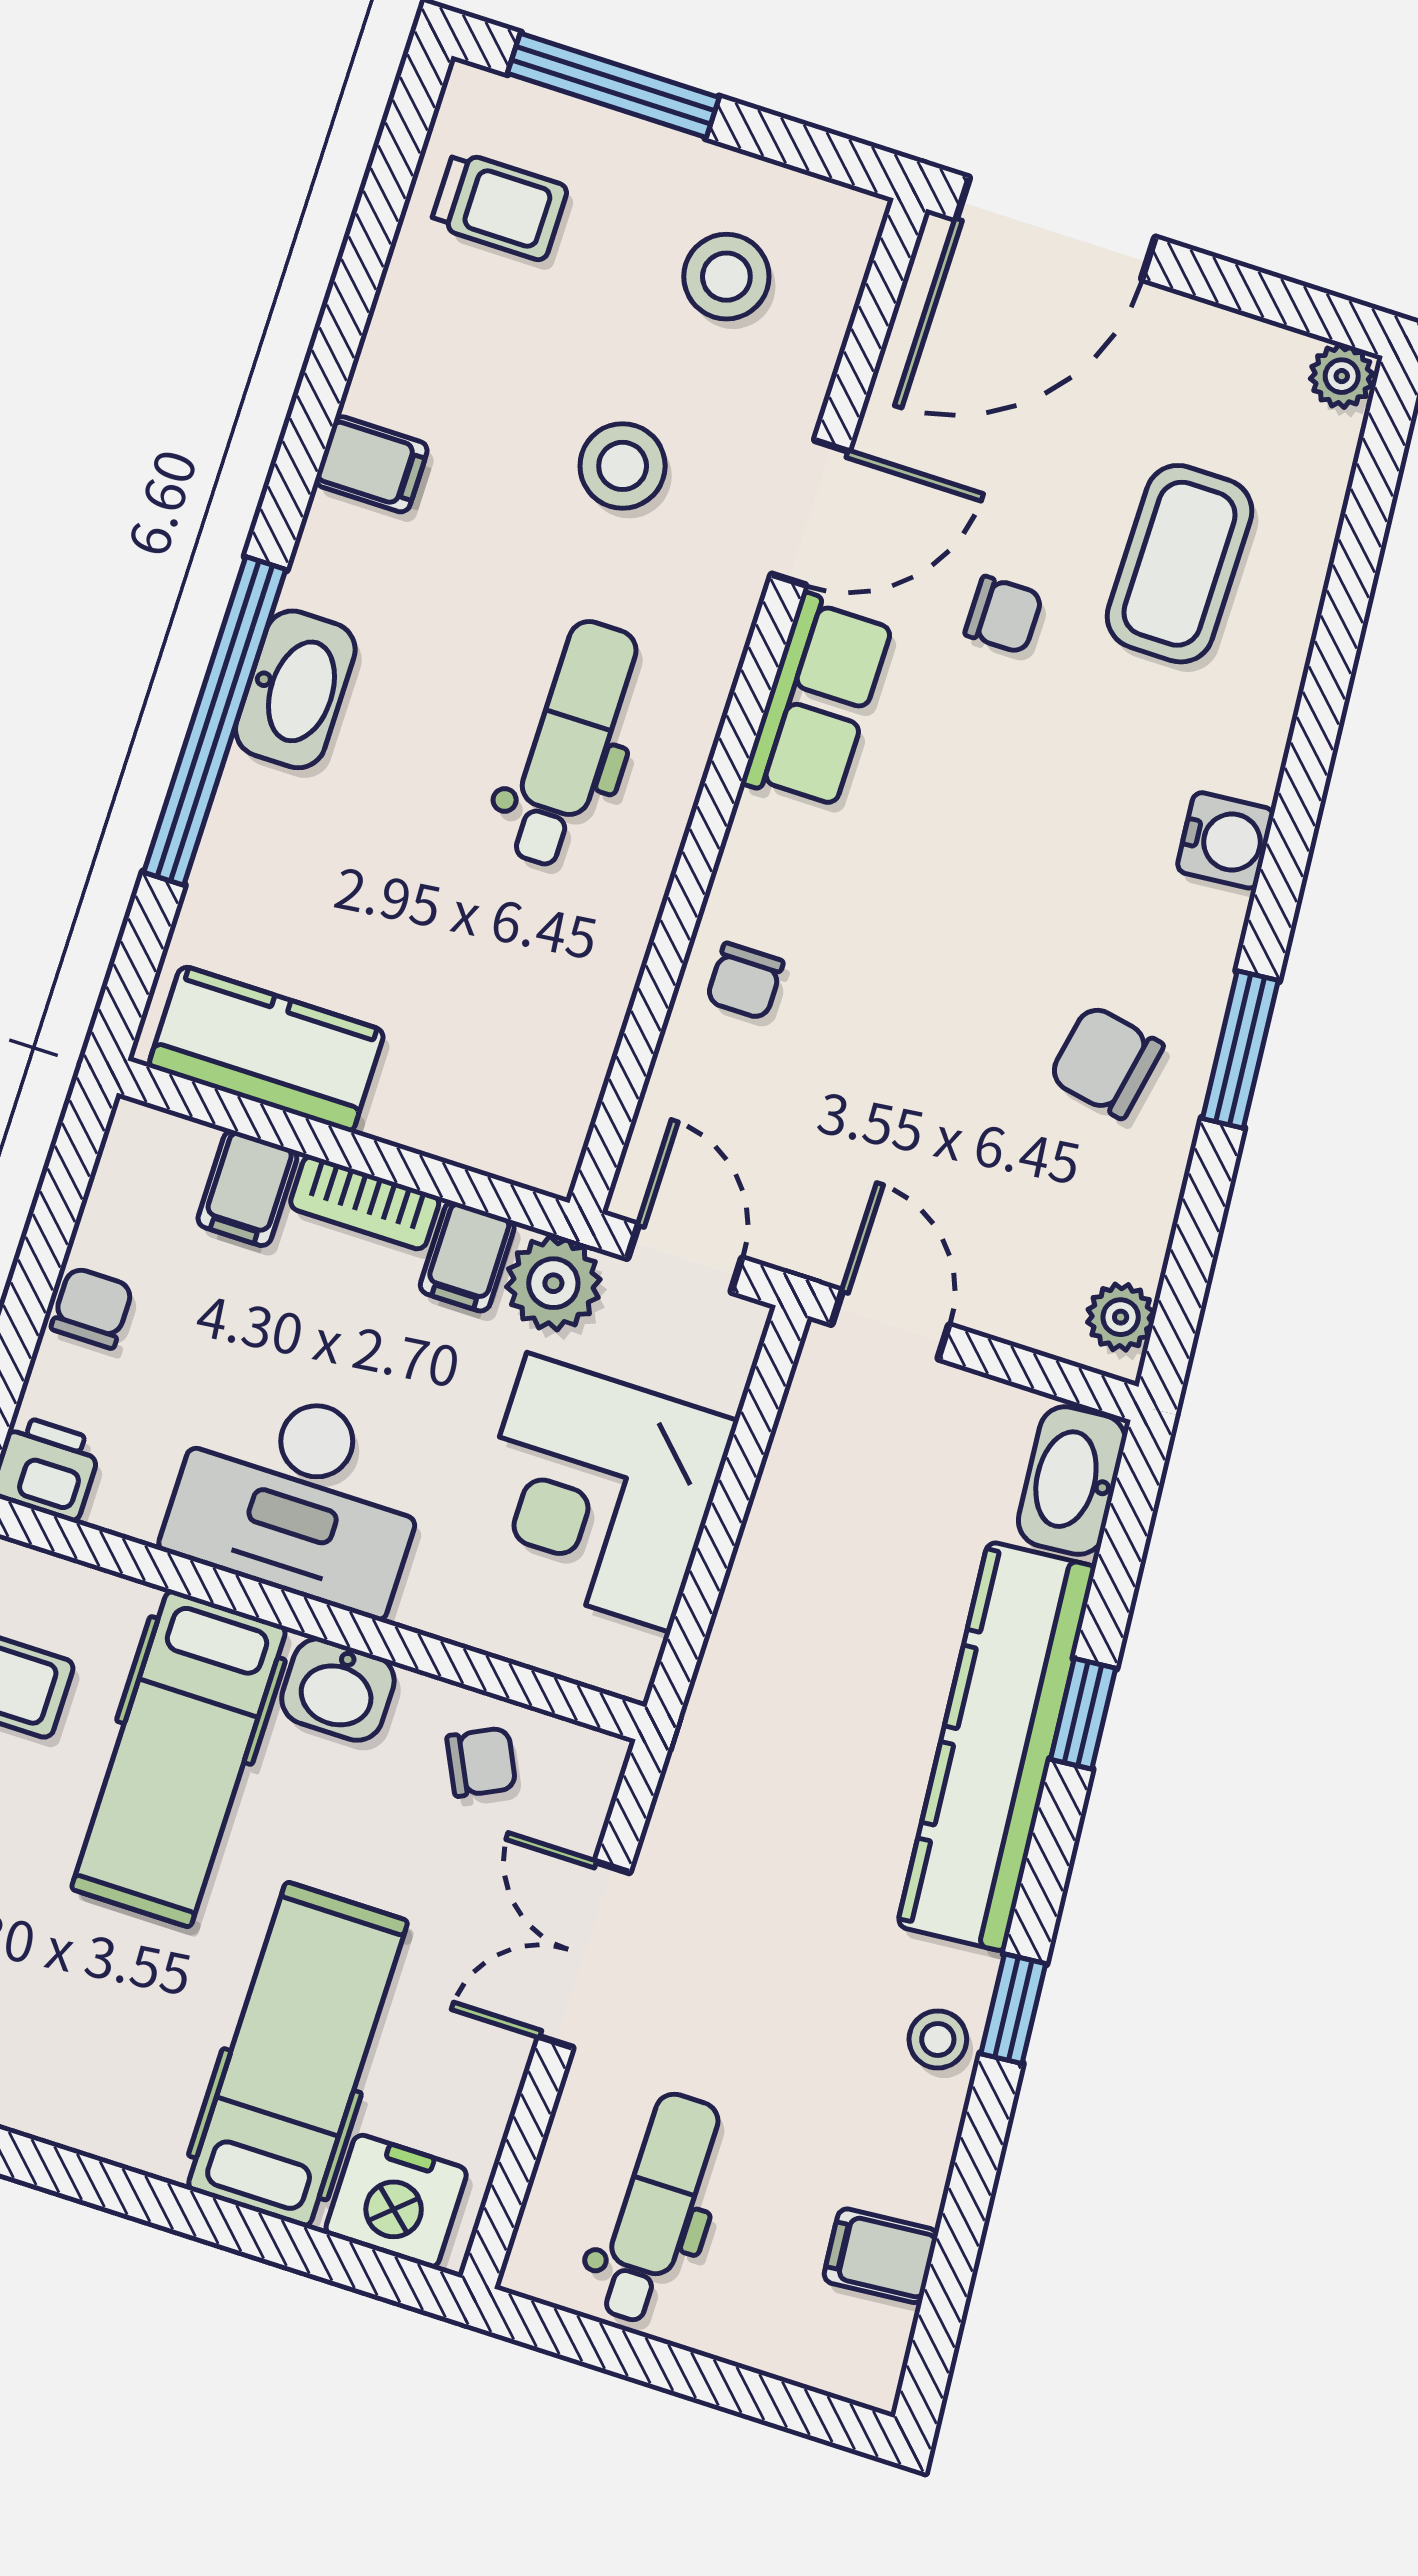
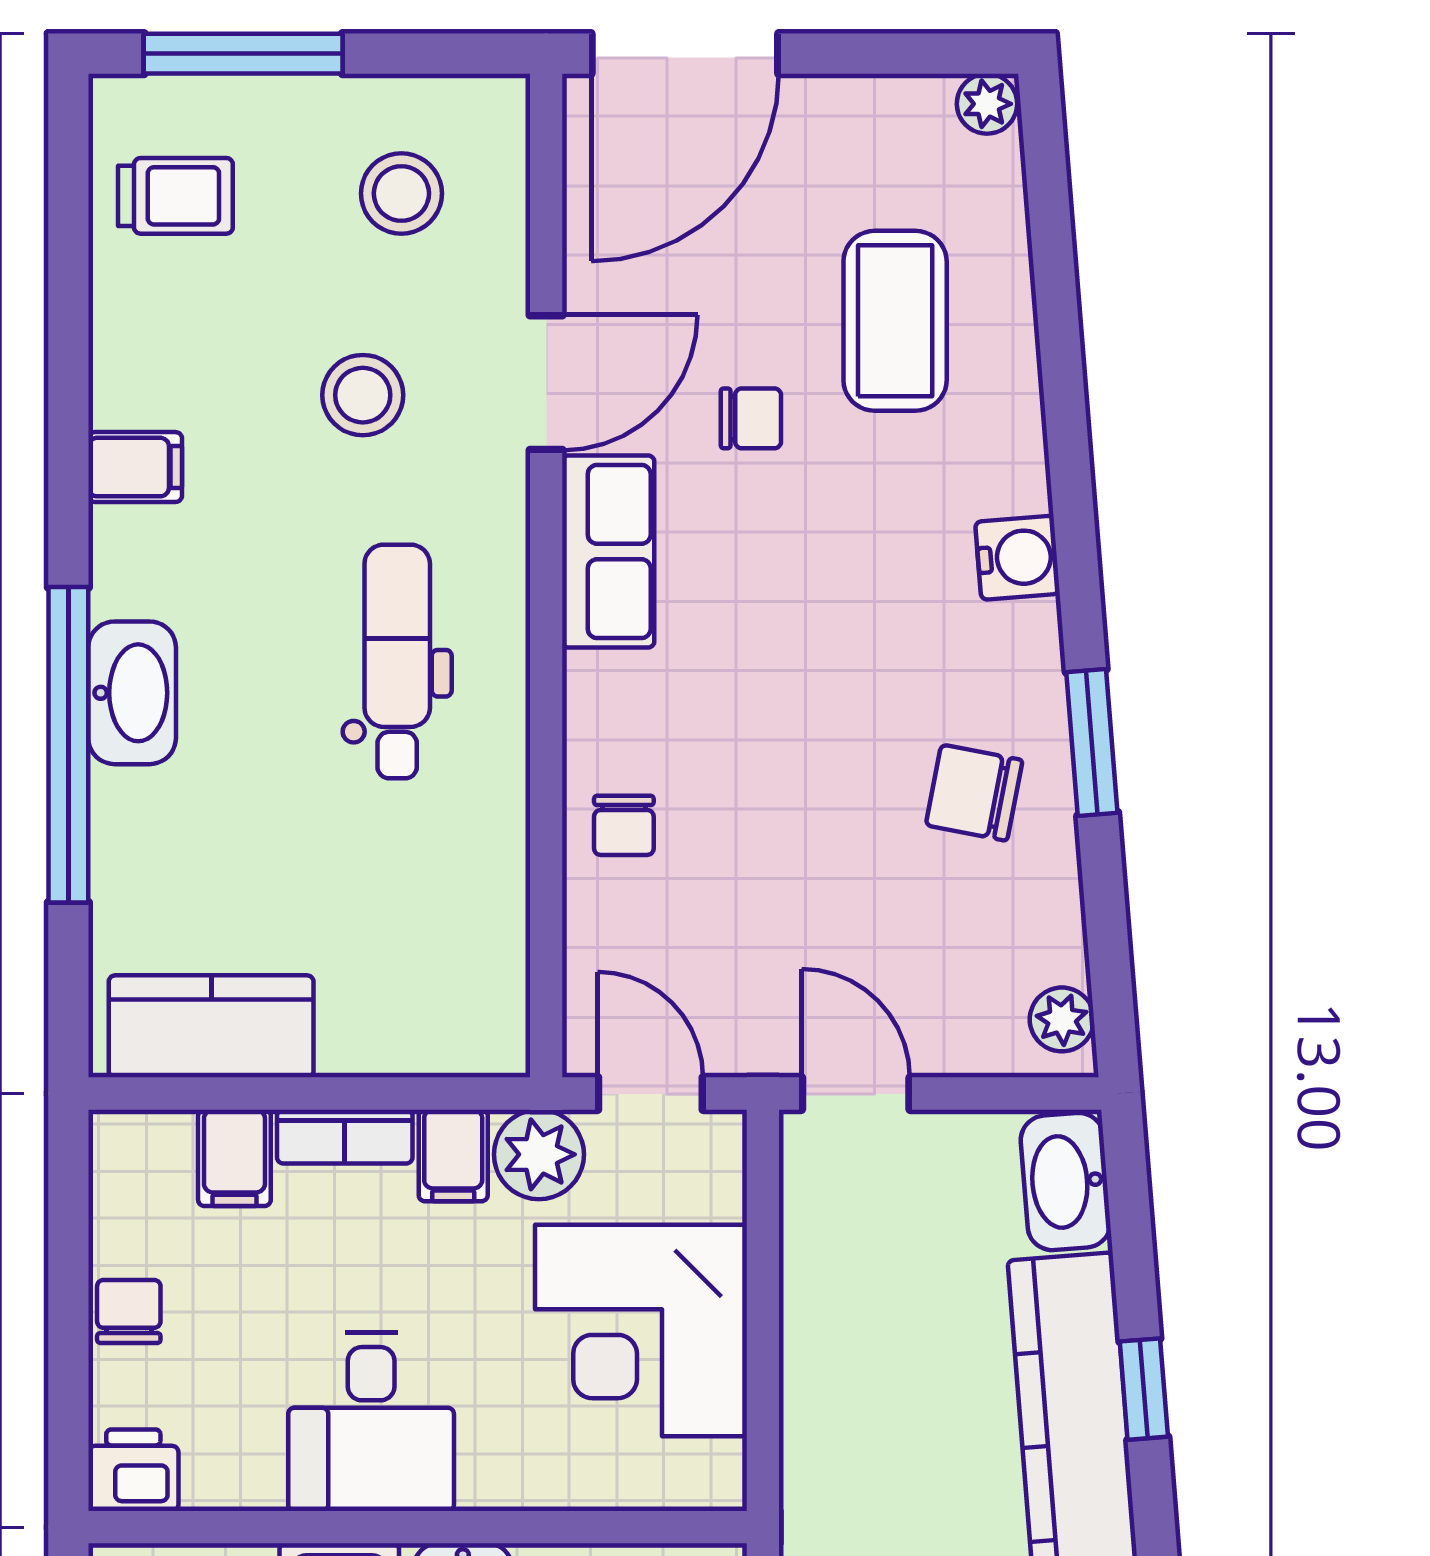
desk: (299, 1497) -> (371, 1422), width x0.73

